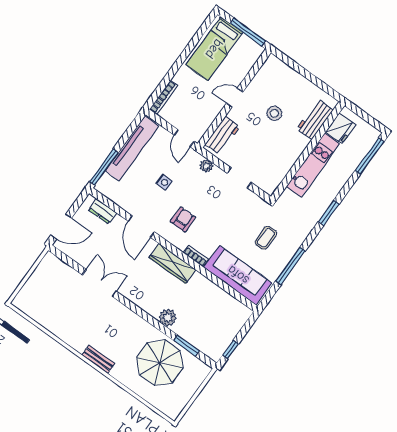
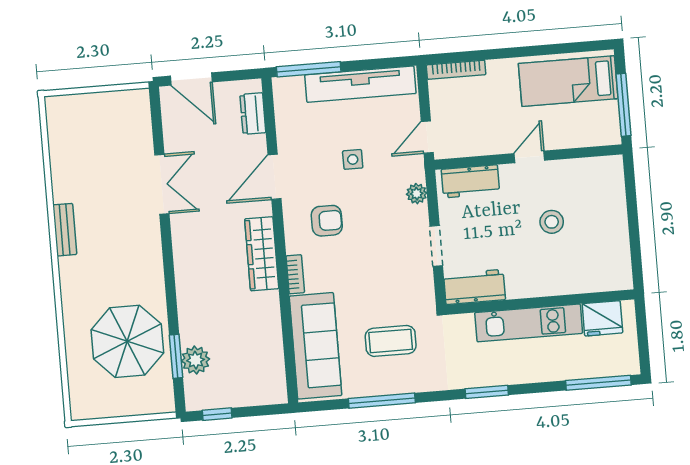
door: (235, 98) -> (529, 157), hinge flipped
workbench: (315, 119) -> (474, 287), moved
coffee table: (266, 238) -> (391, 341), width x1.36, depth x1.30
plant: (168, 317) -> (196, 360), moved
bench: (98, 359) -> (65, 230), moved

